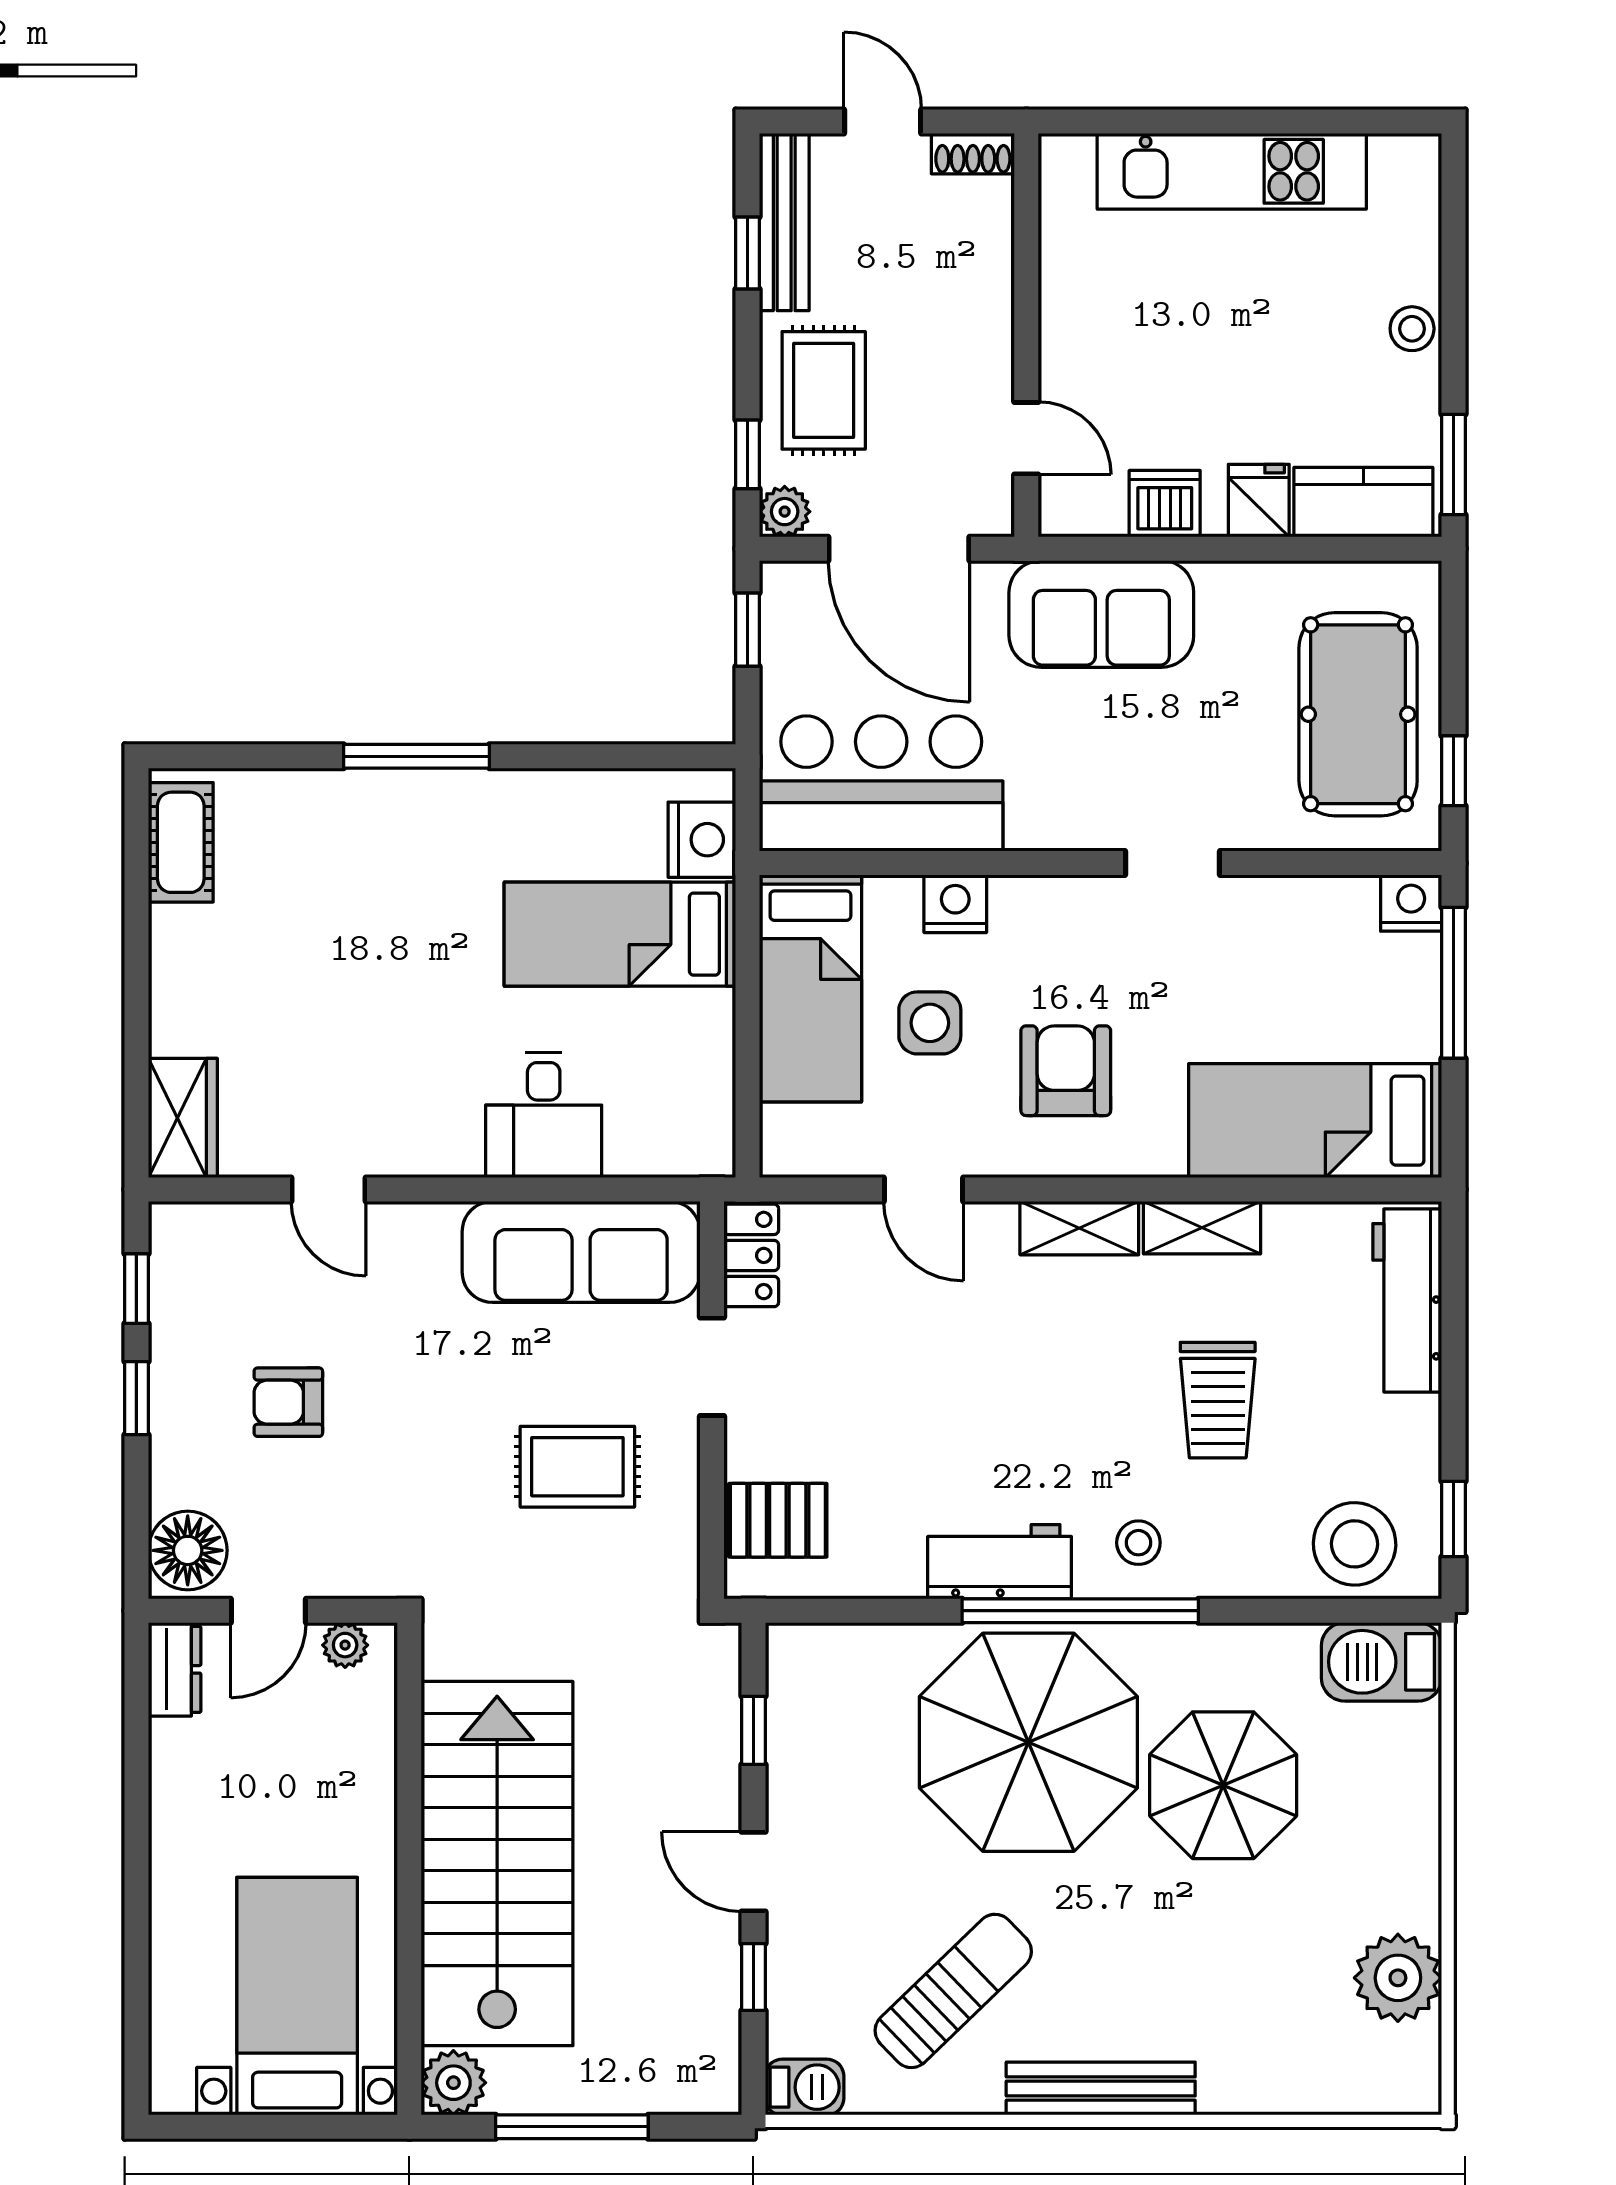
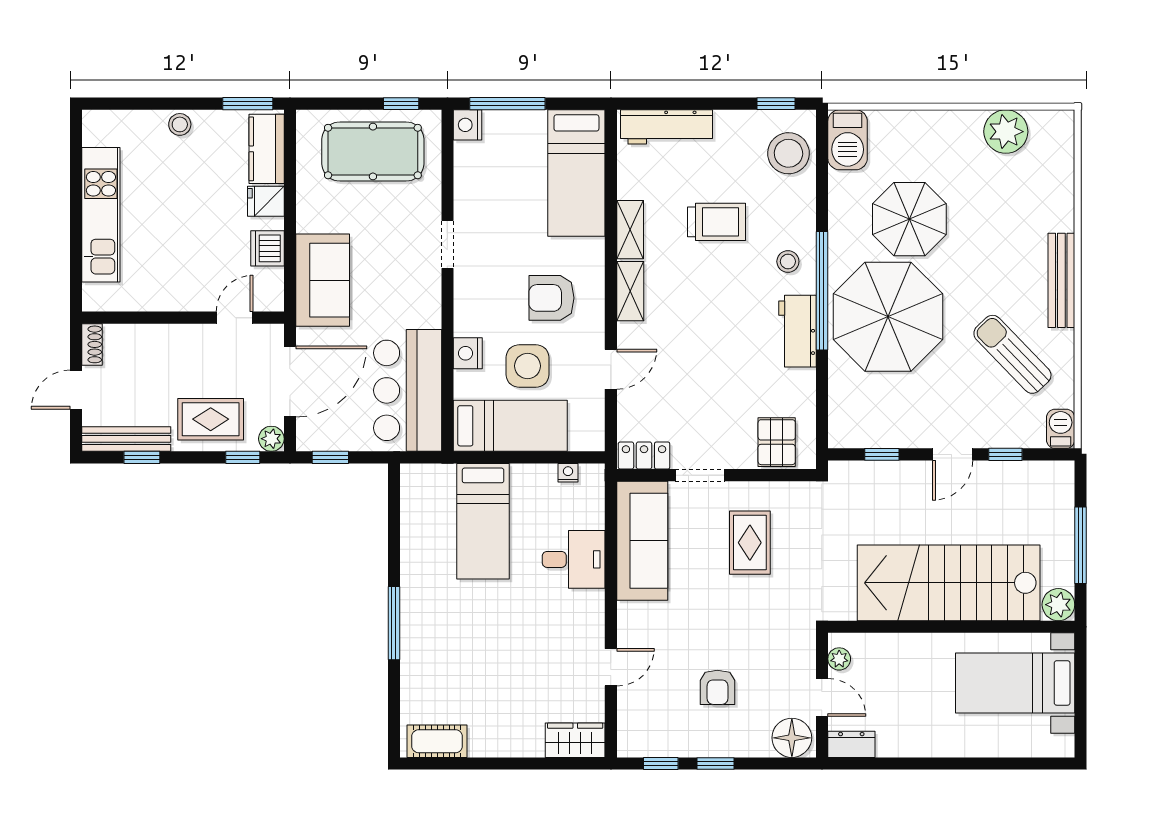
nightstand: (702, 840) -> (568, 473), moved, width x0.53, depth x0.56
side table: (930, 1023) -> (528, 366), width x1.37, depth x1.37

